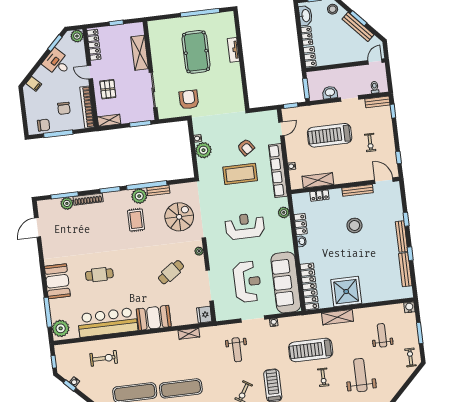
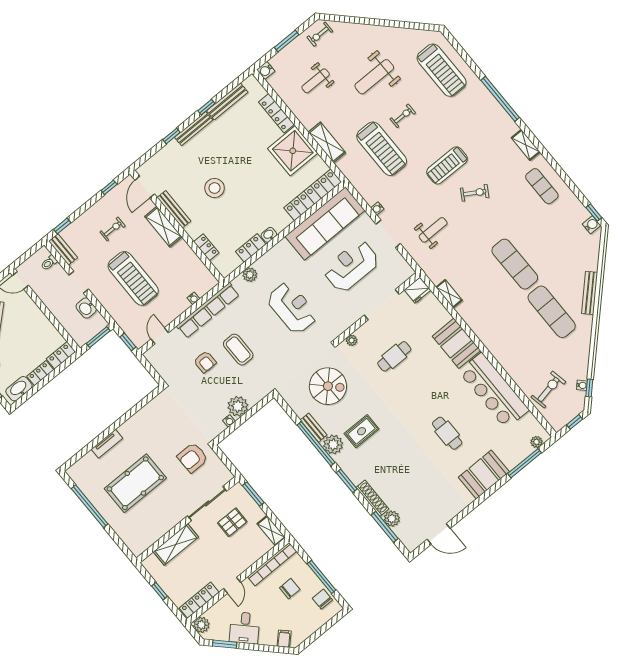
pallet: (108, 89) -> (232, 522), moved
door: (281, 129) -> (160, 336), hinge flipped
armchair: (246, 147) -> (205, 362), turned 124
coffee table: (240, 174) -> (238, 350), width x0.73, depth x0.76
shelving: (318, 180) -> (163, 227), moved
spiral stairs: (179, 217) -> (328, 386), turned 180
reception desk: (245, 226) -> (292, 308), turned 180
cafe table: (171, 272) -> (394, 356), turned -55
locker: (377, 297) -> (276, 113), added
plant: (61, 328) -> (537, 442), width x0.53, depth x0.53
exercise bike: (104, 358) -> (548, 389), moved, turned 79

